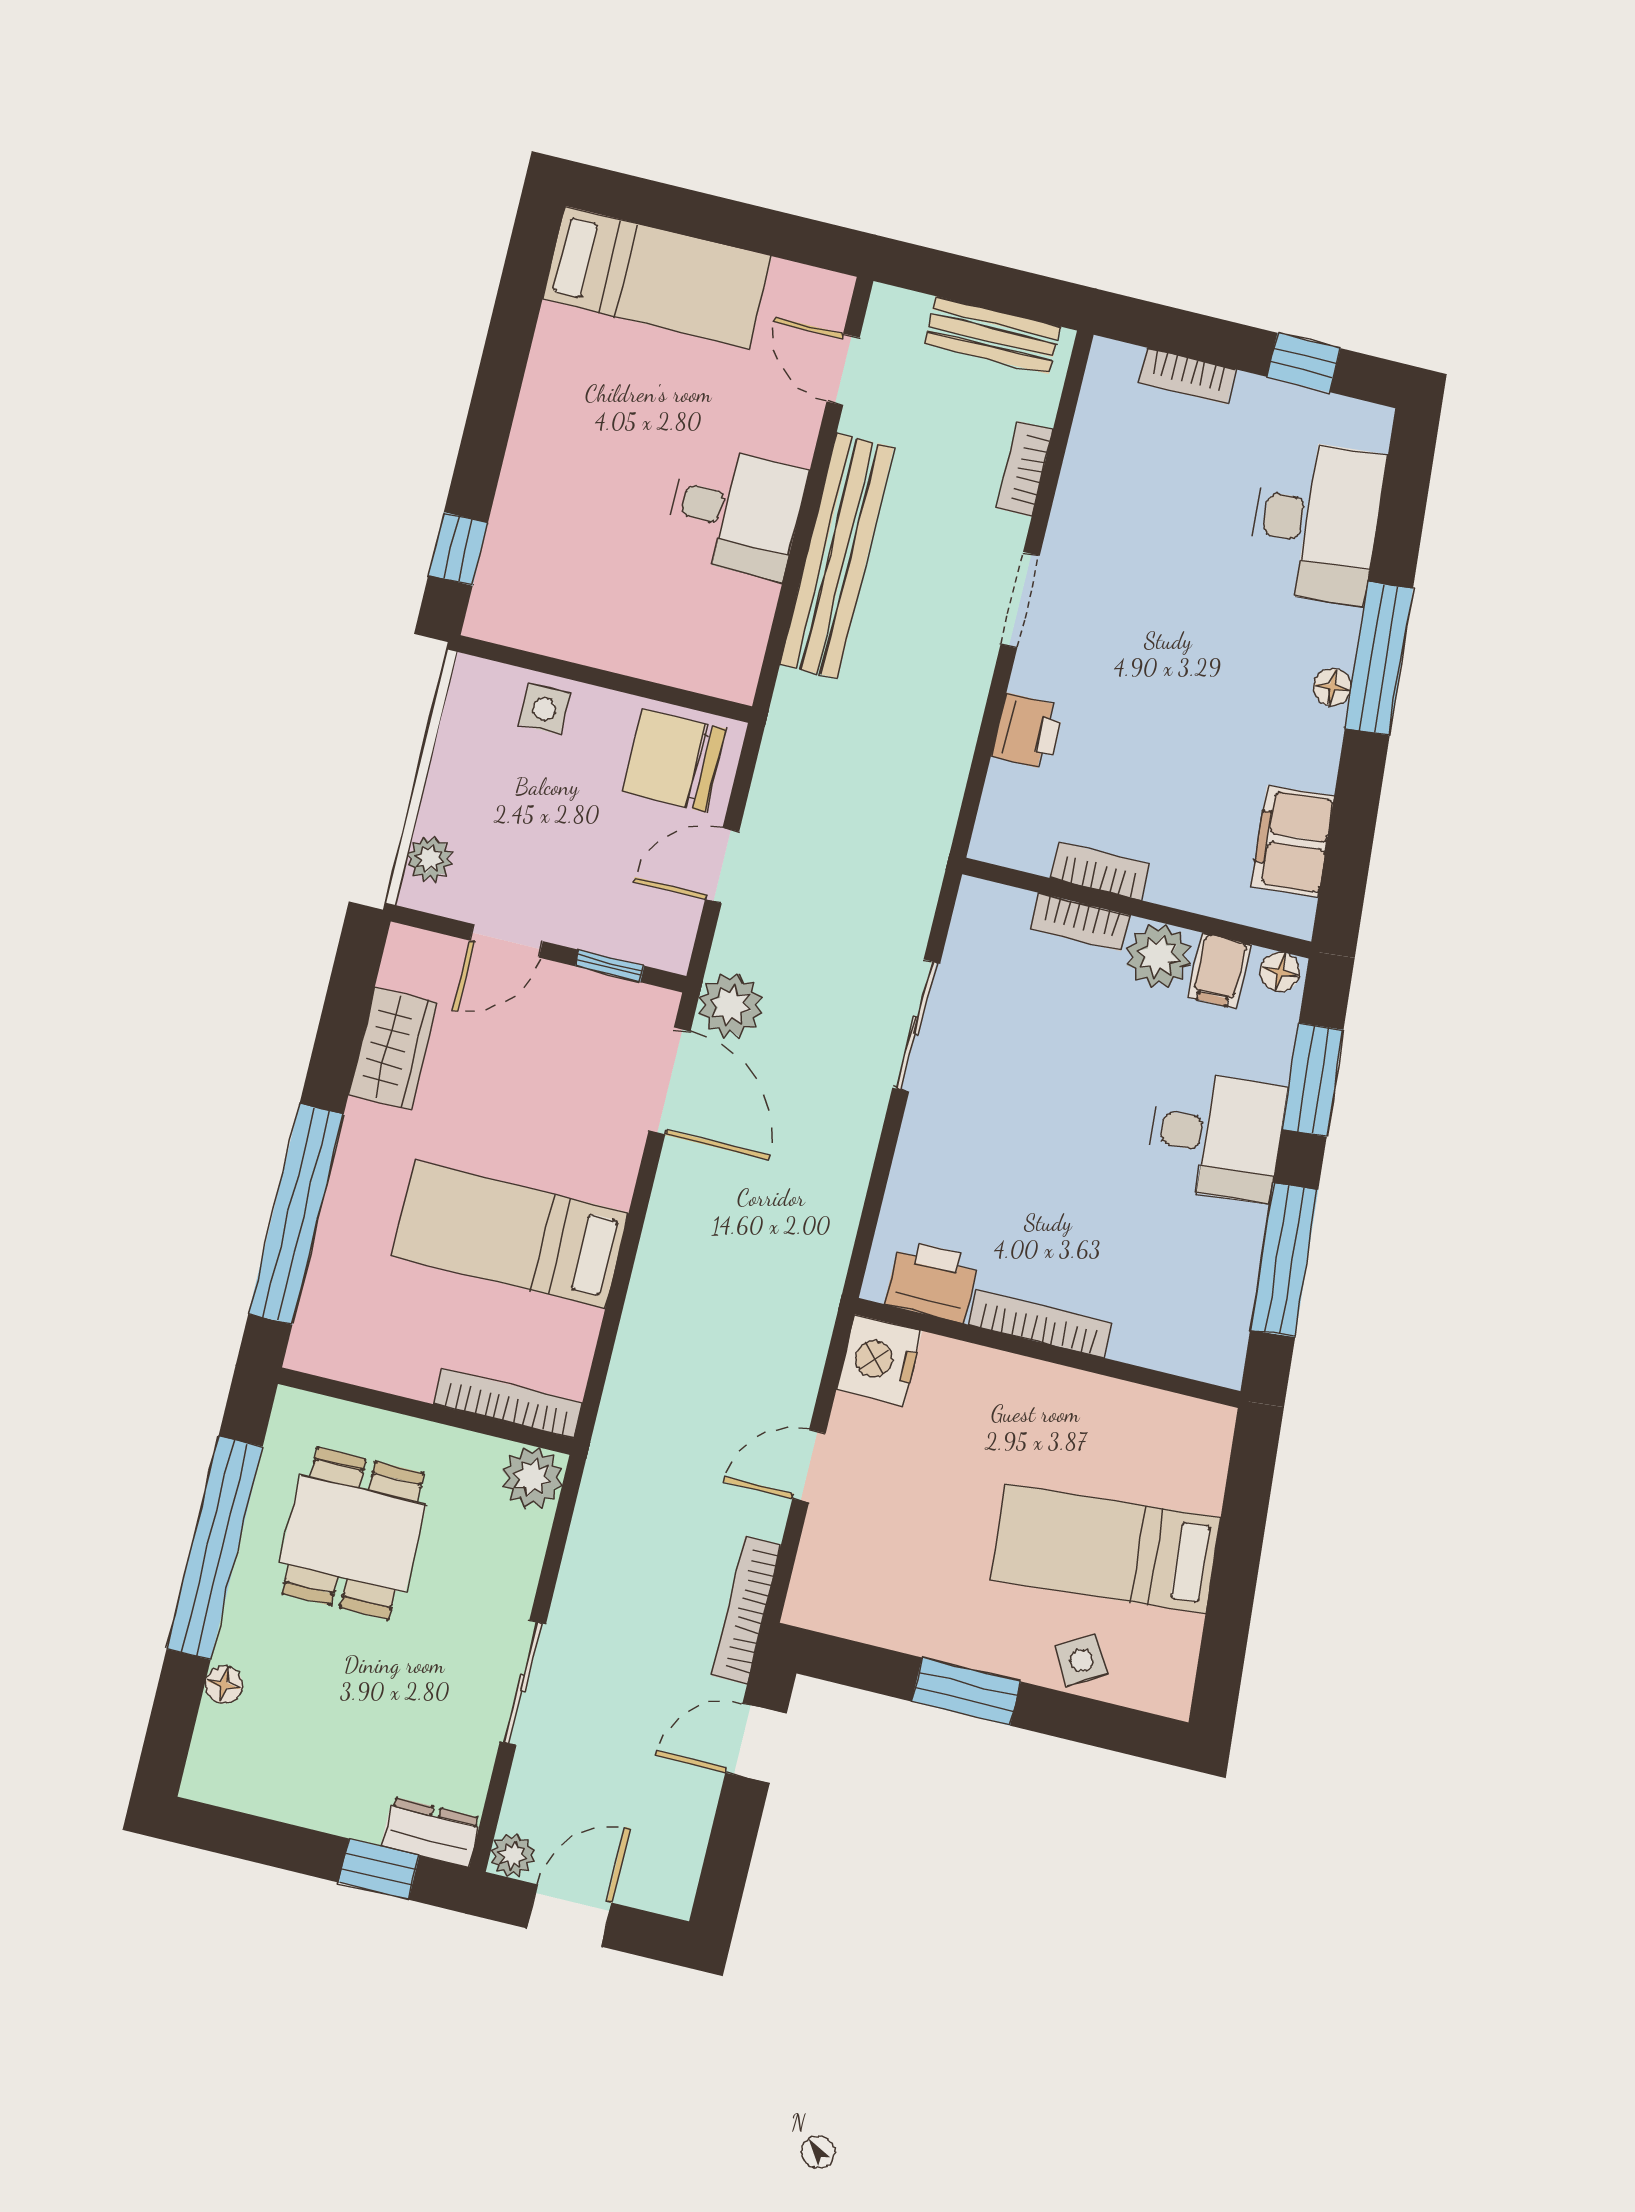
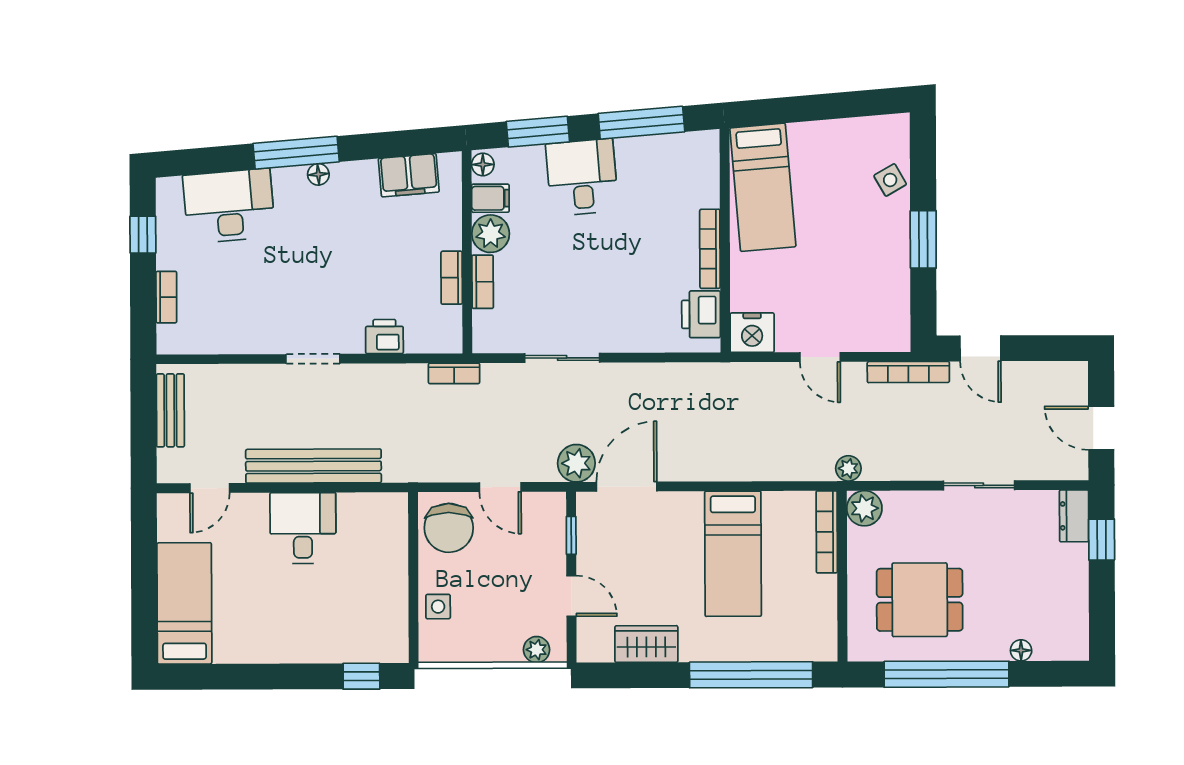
bookcase: (1025, 469) -> (454, 373), moved
bed: (1106, 1549) -> (763, 187), moved
plant: (512, 1855) -> (848, 468), moved

